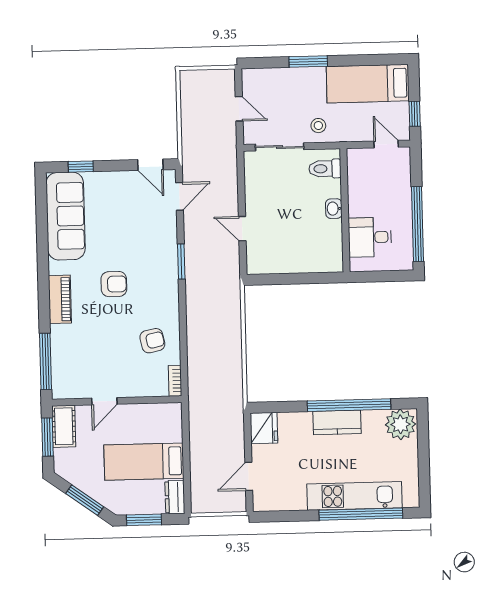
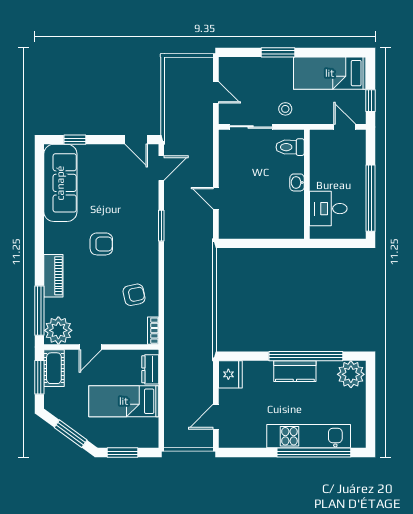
piano: (60, 299) -> (53, 276), moved
plant: (68, 383) -> (58, 330), added
dresser: (175, 497) -> (150, 369), moved

